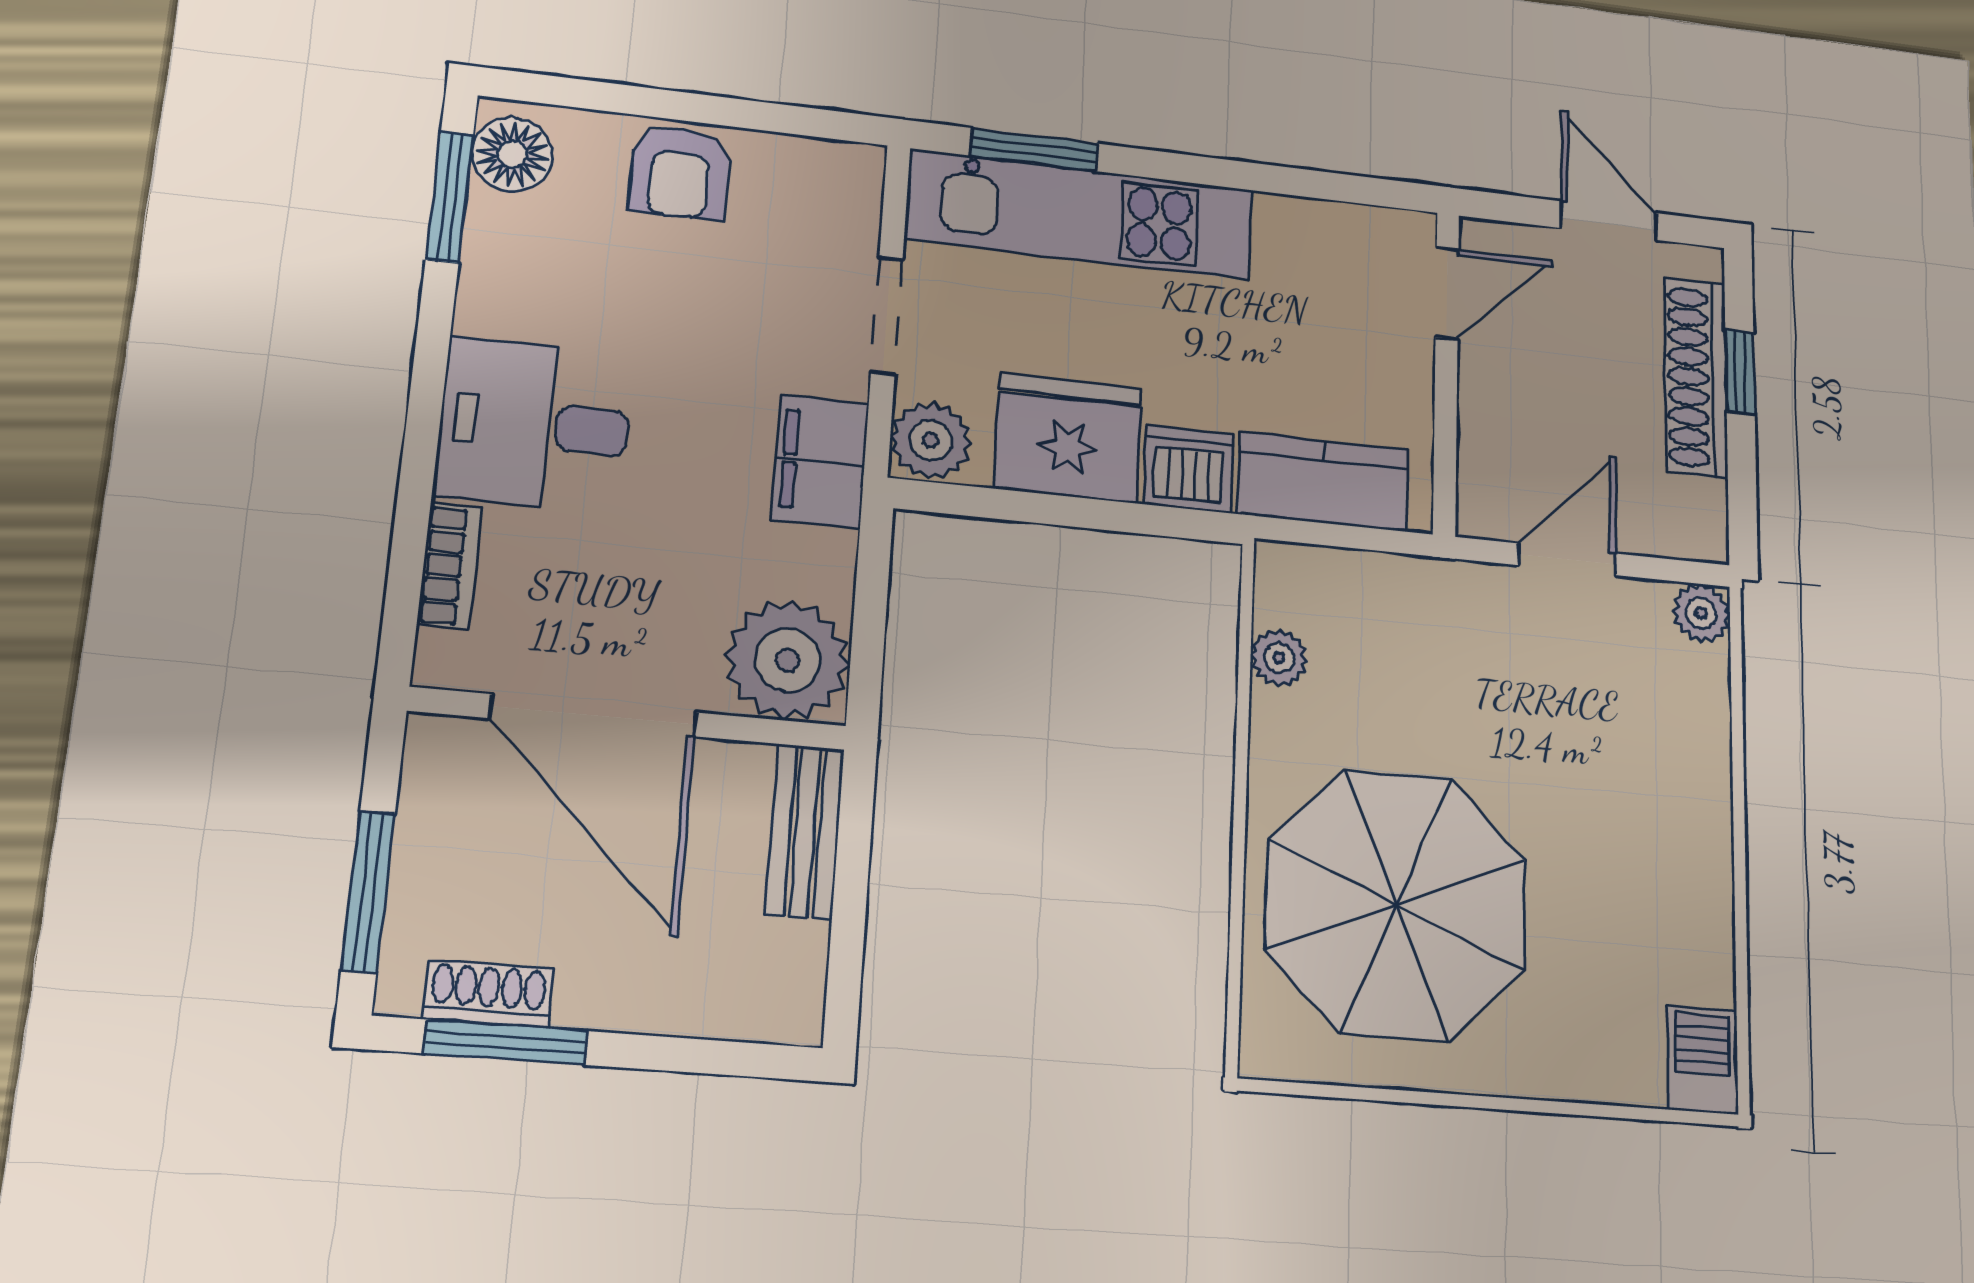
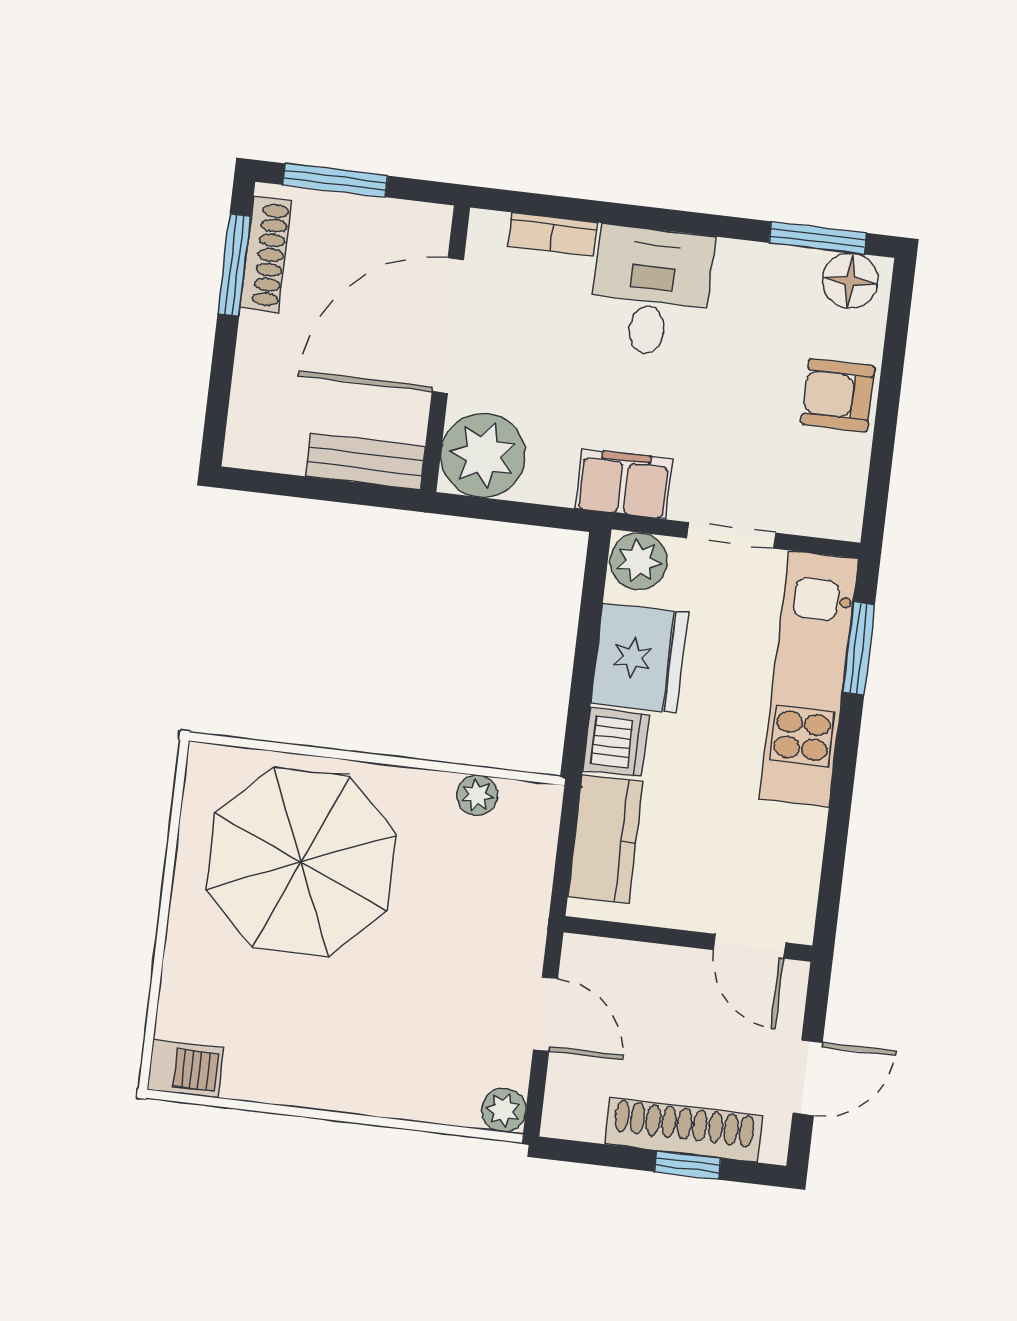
shoe rack: (488, 994) -> (266, 254), width x1.43

